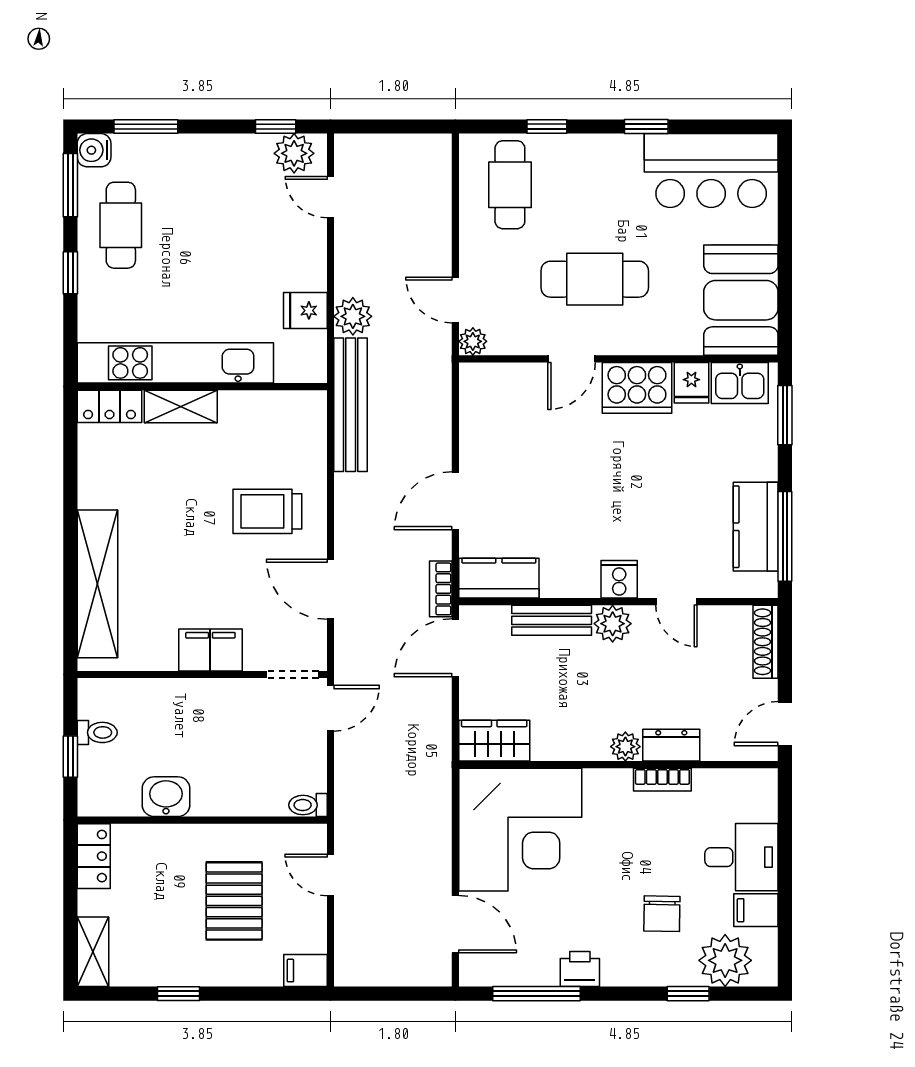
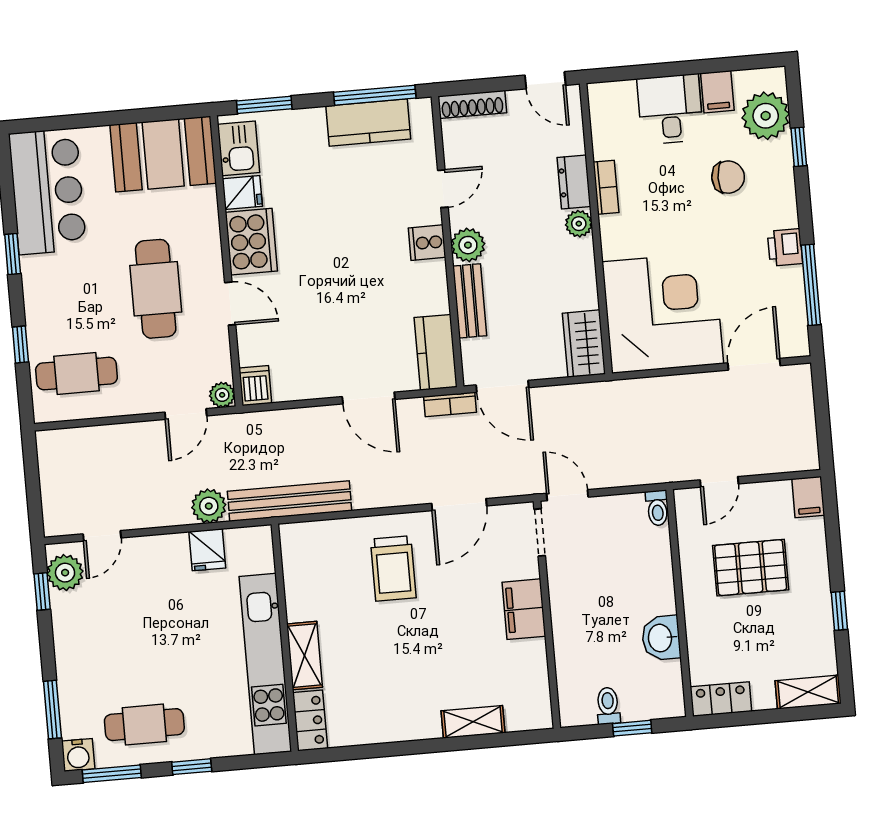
dishwasher: (480, 379) -> (255, 386), added
shelving: (97, 584) -> (473, 722), width x0.45, depth x0.75

